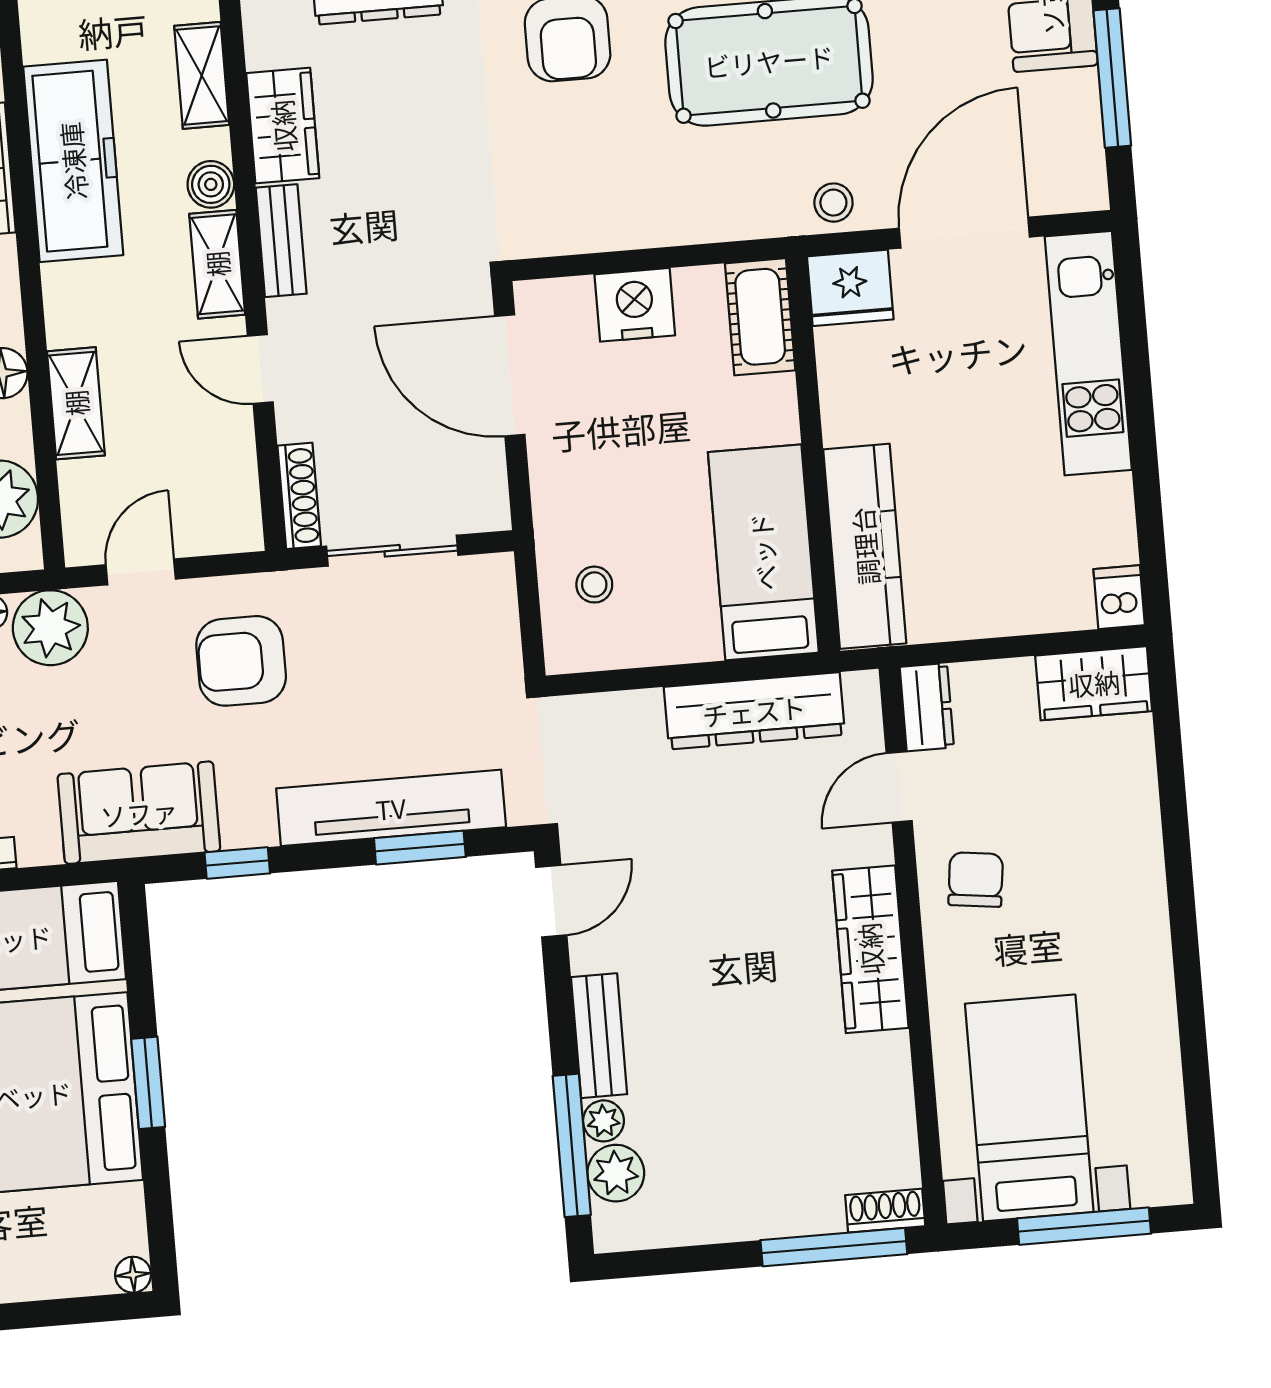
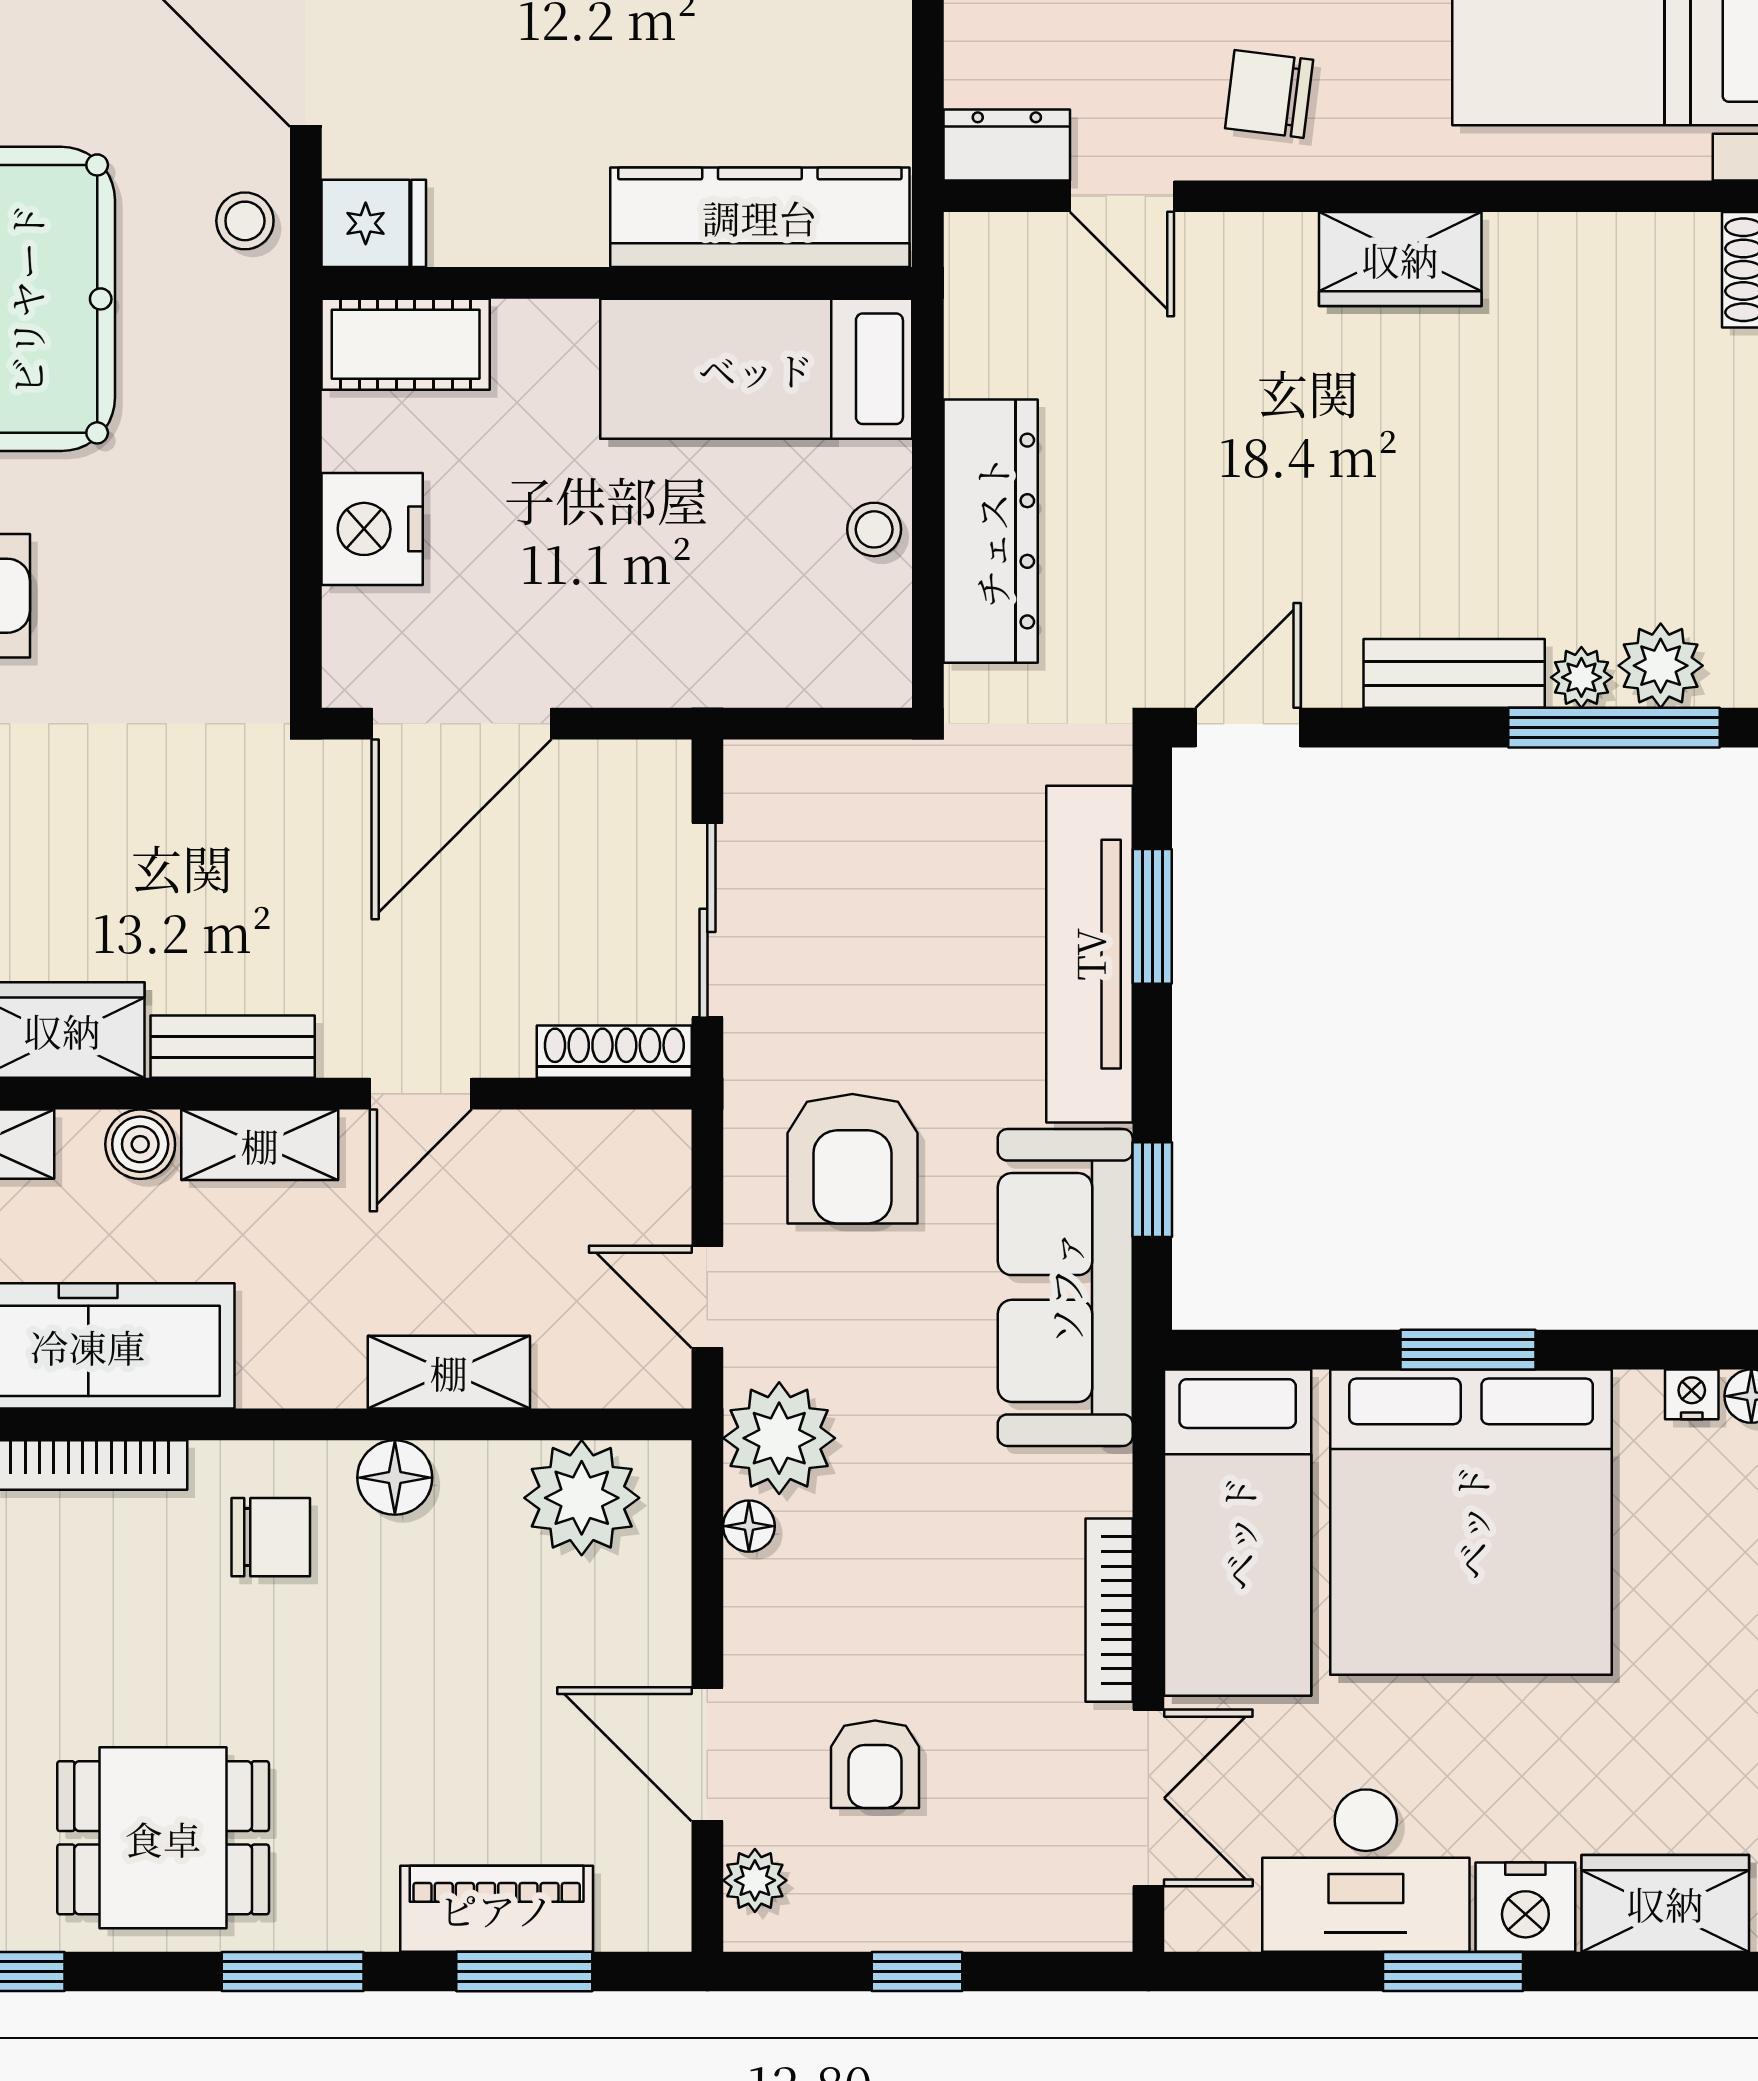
fridge: (850, 288) -> (374, 223), width x0.72
stool: (594, 585) -> (874, 529), moved
dresser: (754, 711) -> (991, 531), moved
sofa: (139, 813) -> (1065, 1287), width x1.36
door: (551, 901) -> (1248, 728), hinge flipped
wardrobe: (870, 949) -> (1400, 259), width x0.67
nightstand: (131, 1235) -> (1692, 1394), added

